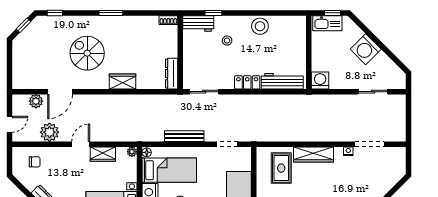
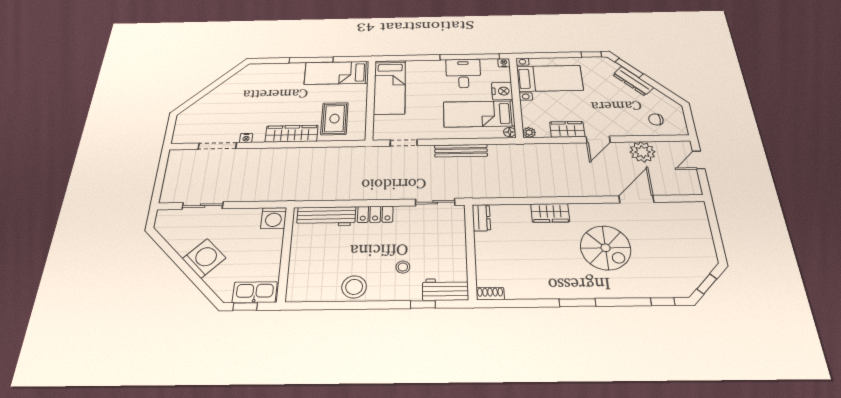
dresser: (172, 74) -> (481, 218), width x0.70
plant: (36, 101) -> (668, 187), removed

